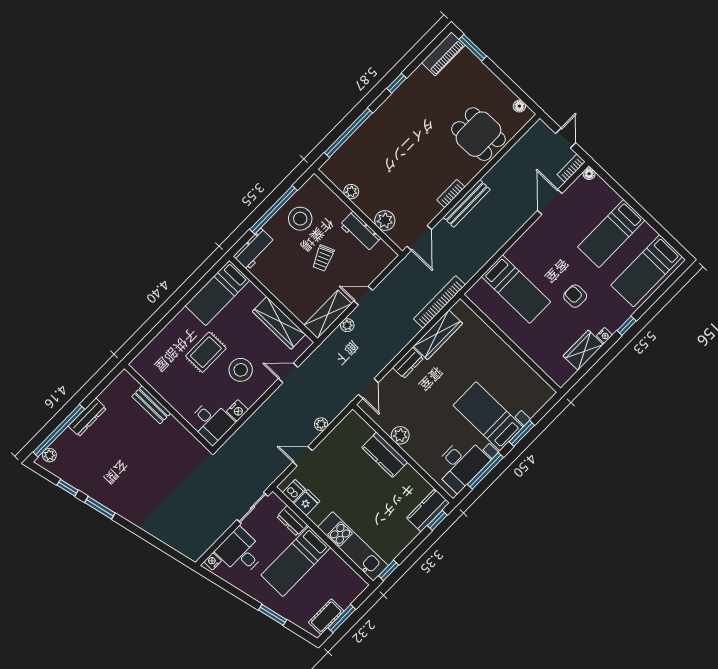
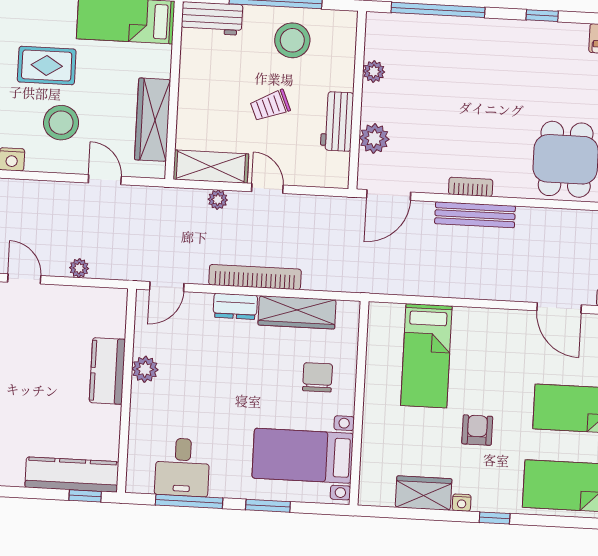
door: (550, 202) -> (559, 308), swing flipped
bookcase: (439, 302) -> (255, 277), moved
chair: (479, 353) -> (317, 377), added
bed with nightstands: (488, 416) -> (303, 456), moved, turned -90
desk: (461, 464) -> (182, 467), width x0.73
kitchen counter: (428, 510) -> (72, 475), width x1.50

